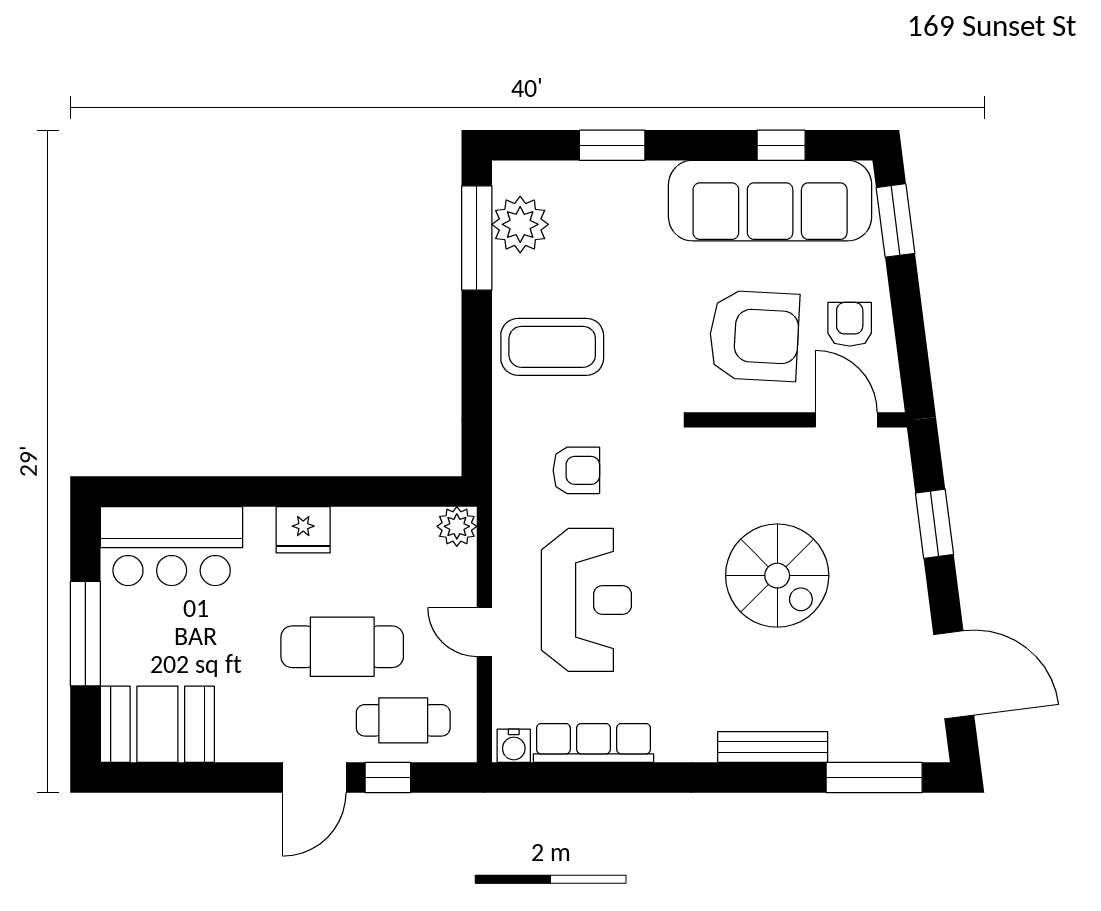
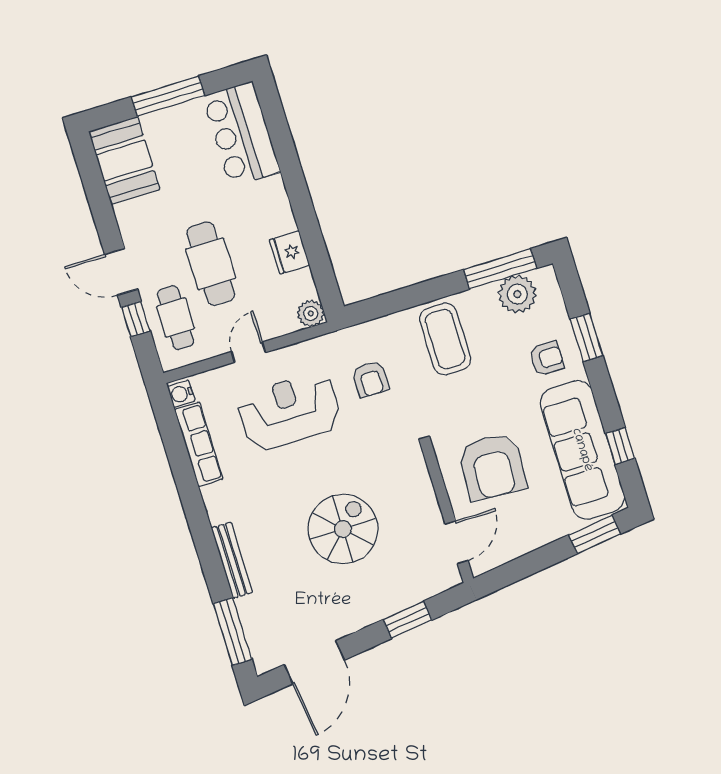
armchair: (850, 324) -> (547, 358), moved
fridge: (303, 530) -> (290, 252), moved
spiral stairs: (777, 576) -> (343, 529), turned 180
reception desk: (586, 600) -> (289, 411), turned 180

